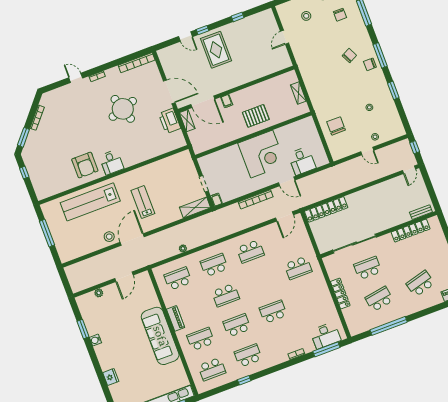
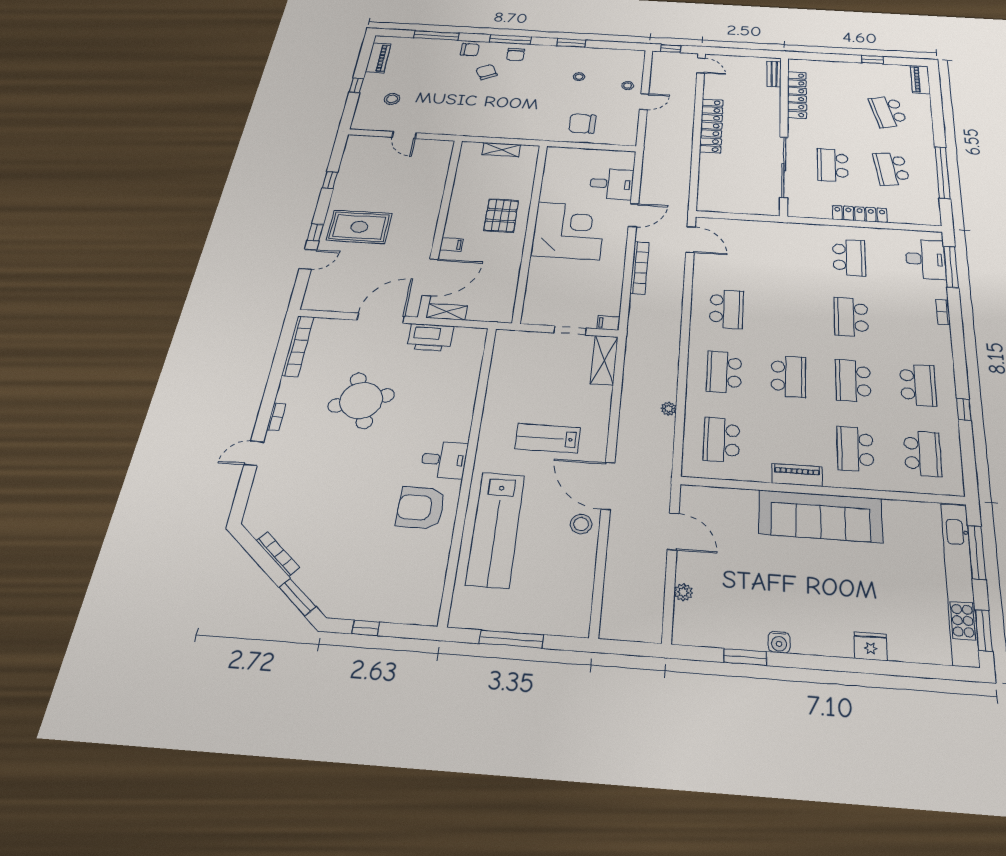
chair: (340, 15) -> (470, 50), moved
armchair: (85, 165) -> (421, 508), turned 180
locker: (326, 209) -> (711, 126), moved
school desk: (298, 268) -> (849, 257), moved
school desk: (248, 356) -> (918, 385), turned 180

